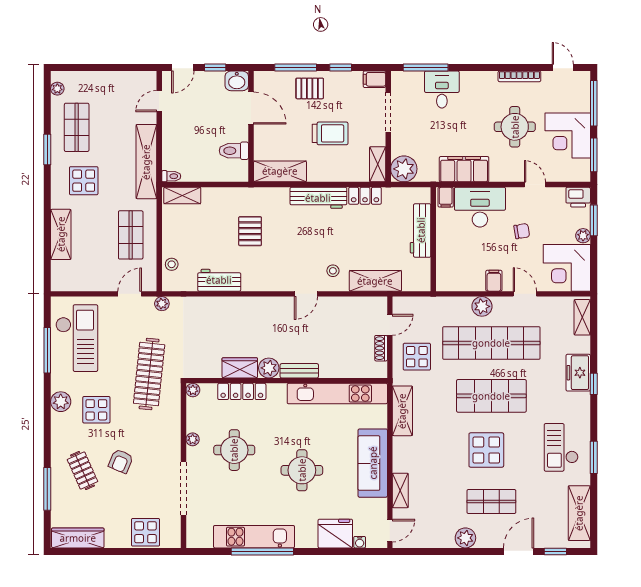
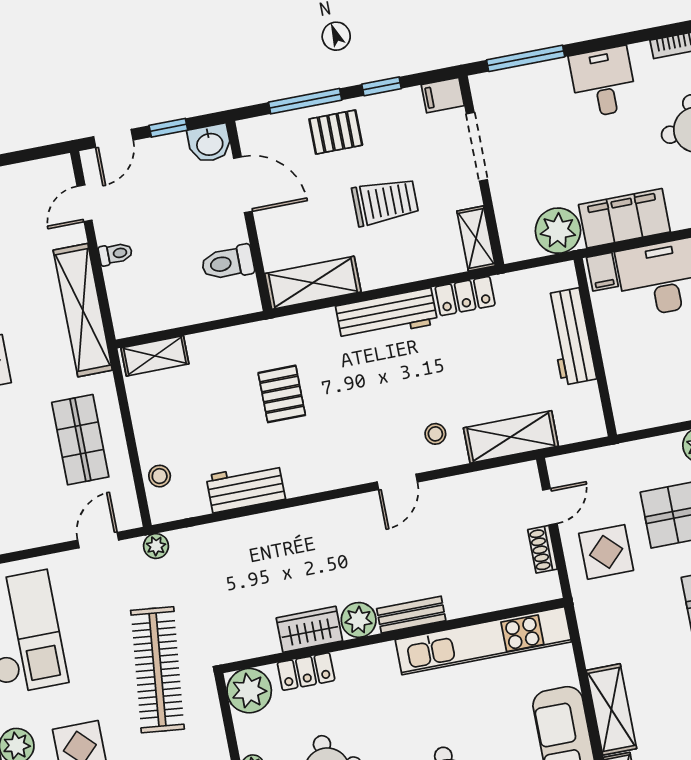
desk: (442, 90) -> (603, 82), moved
plant: (404, 169) -> (558, 231), moved
toilet: (171, 176) -> (115, 254), moved
plant: (193, 390) -> (249, 691), width x1.88, depth x1.88
locker: (242, 391) -> (306, 672), width x0.66
shelving: (402, 411) -> (611, 709), moved

